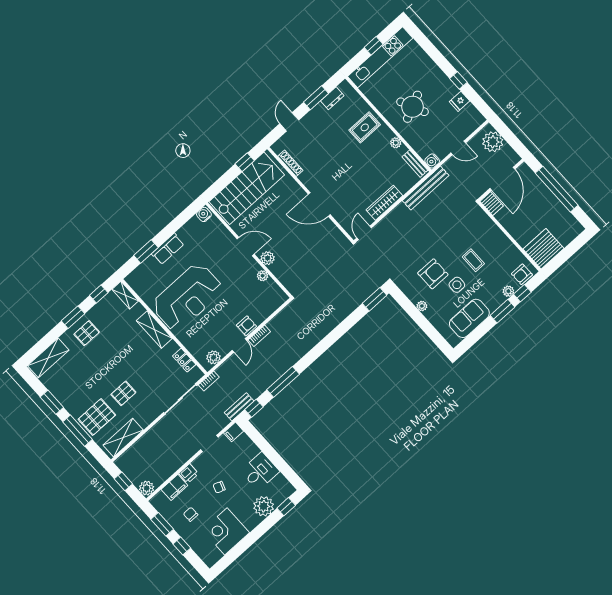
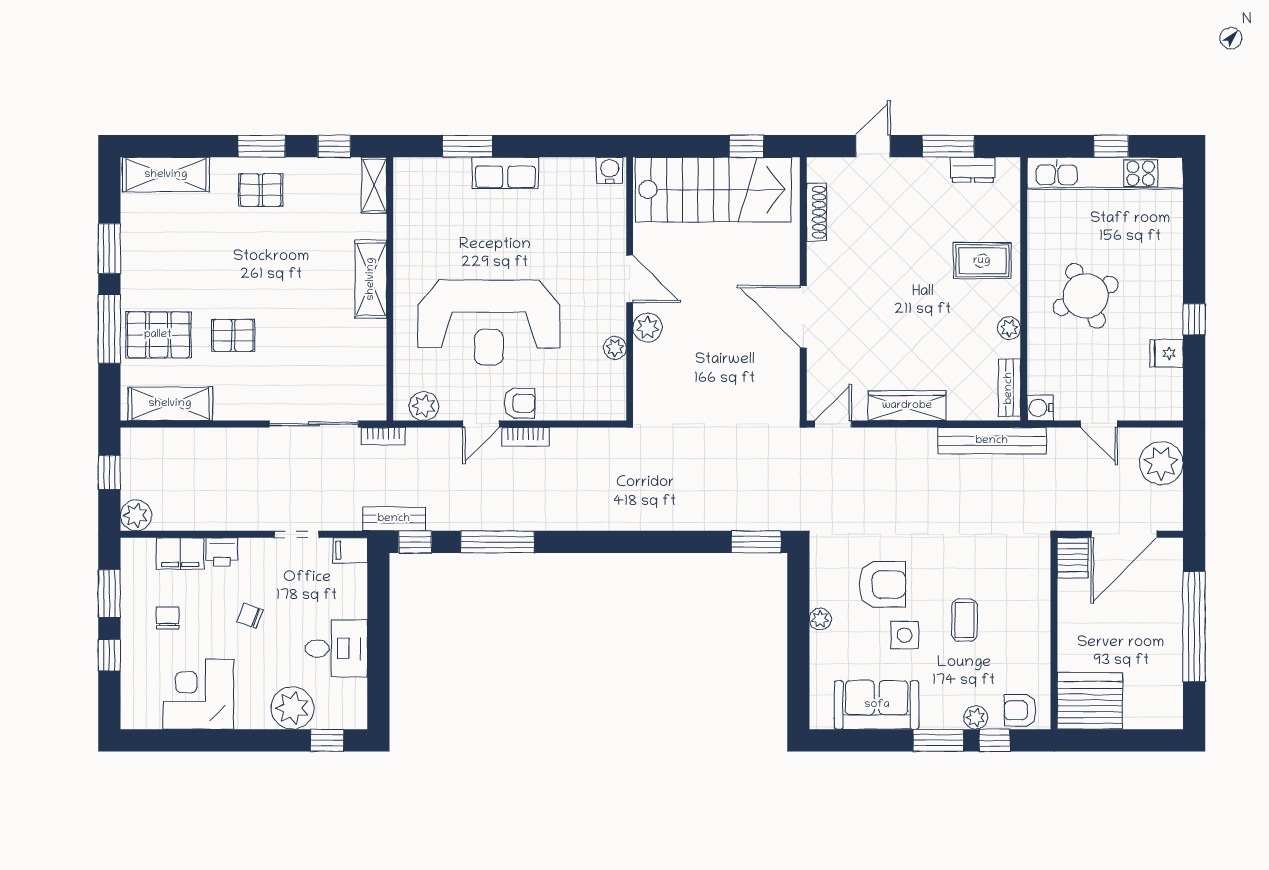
reception desk: (187, 297) -> (489, 322), moved
locker: (184, 360) -> (374, 369), removed

